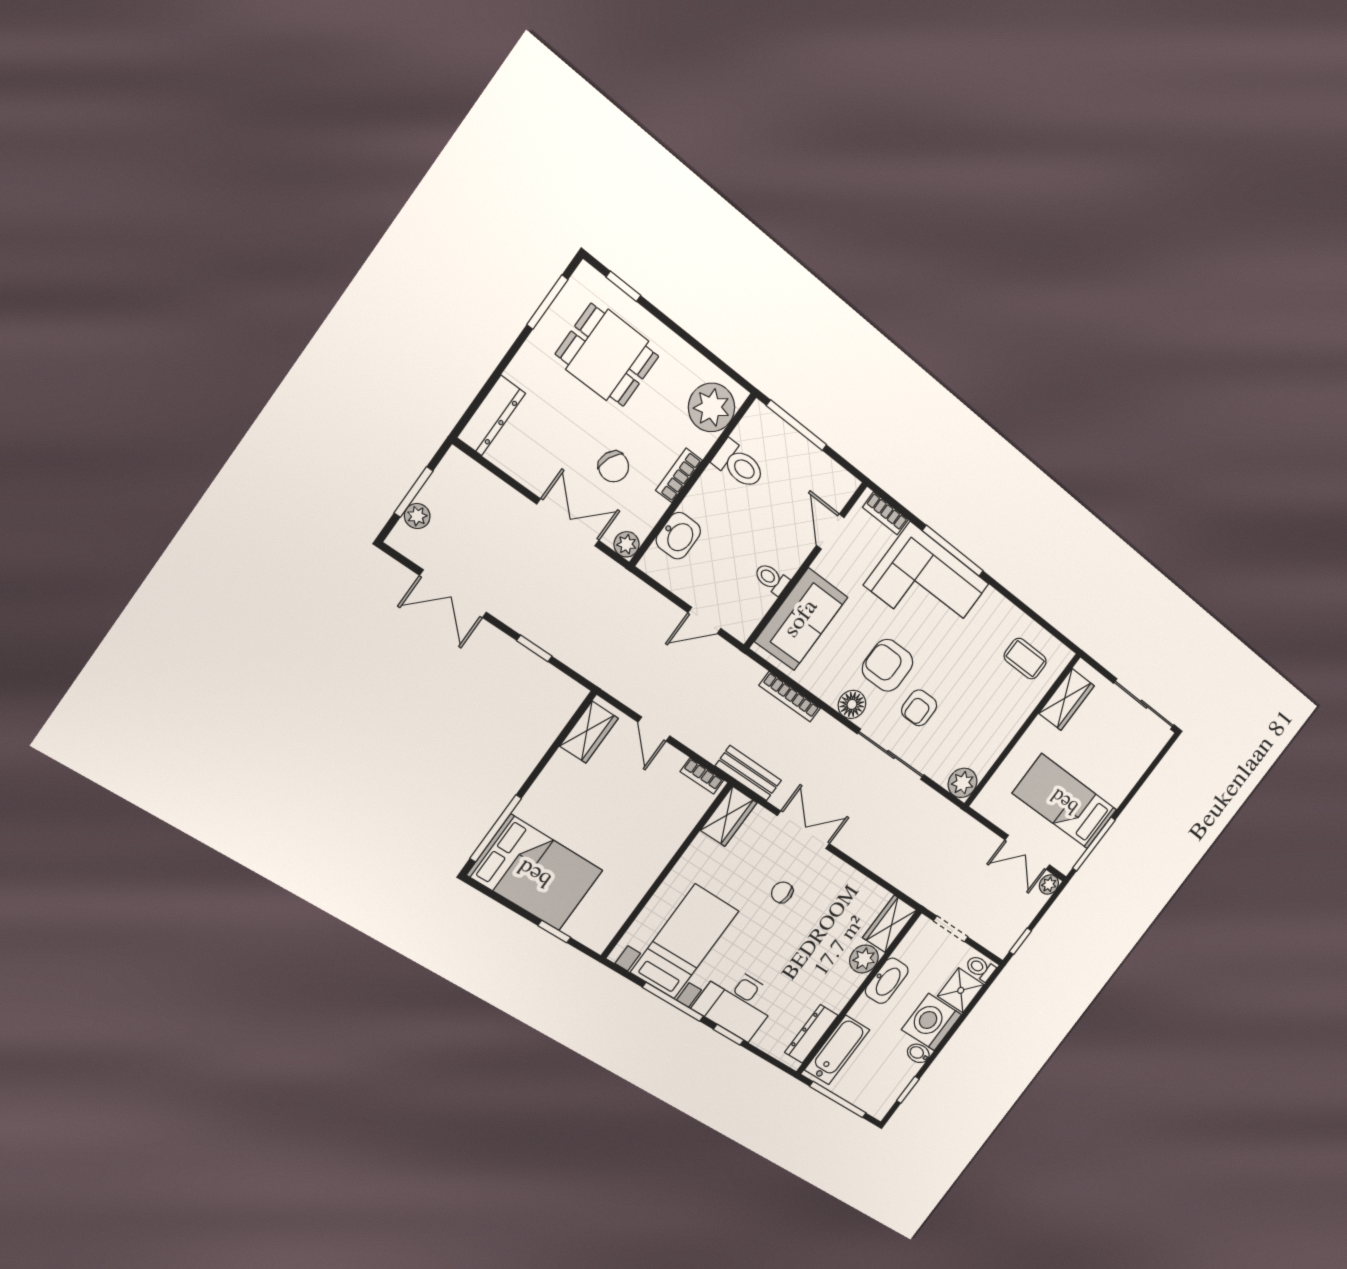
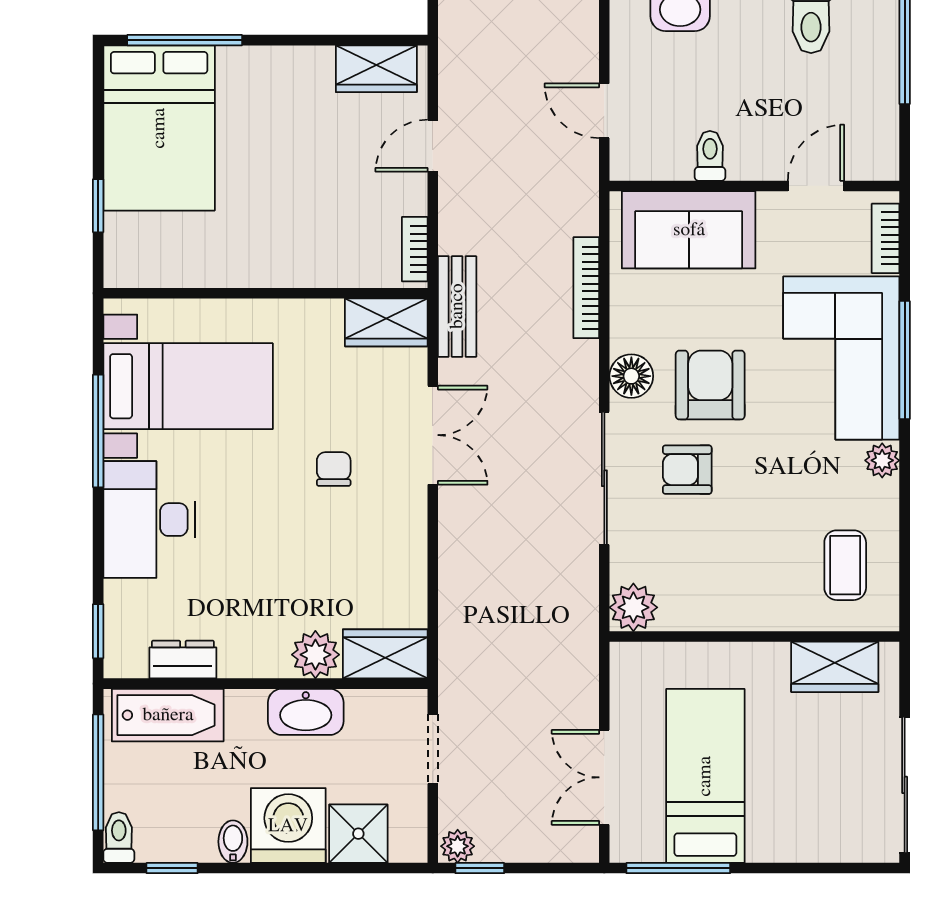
plant: (992, 601) -> (882, 460), added
plant: (1049, 884) -> (458, 846), moved
toilet: (980, 968) -> (119, 838), moved
dresser: (811, 1034) -> (183, 660), width x0.70
window: (729, 1035) -> (98, 631), moved

